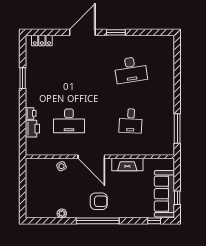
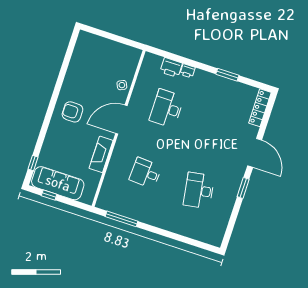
locker: (42, 41) -> (260, 108), width x1.53
armchair: (99, 201) -> (72, 112), turned 90
plant: (62, 214) -> (72, 69), removed
window: (98, 221) -> (52, 104), removed

